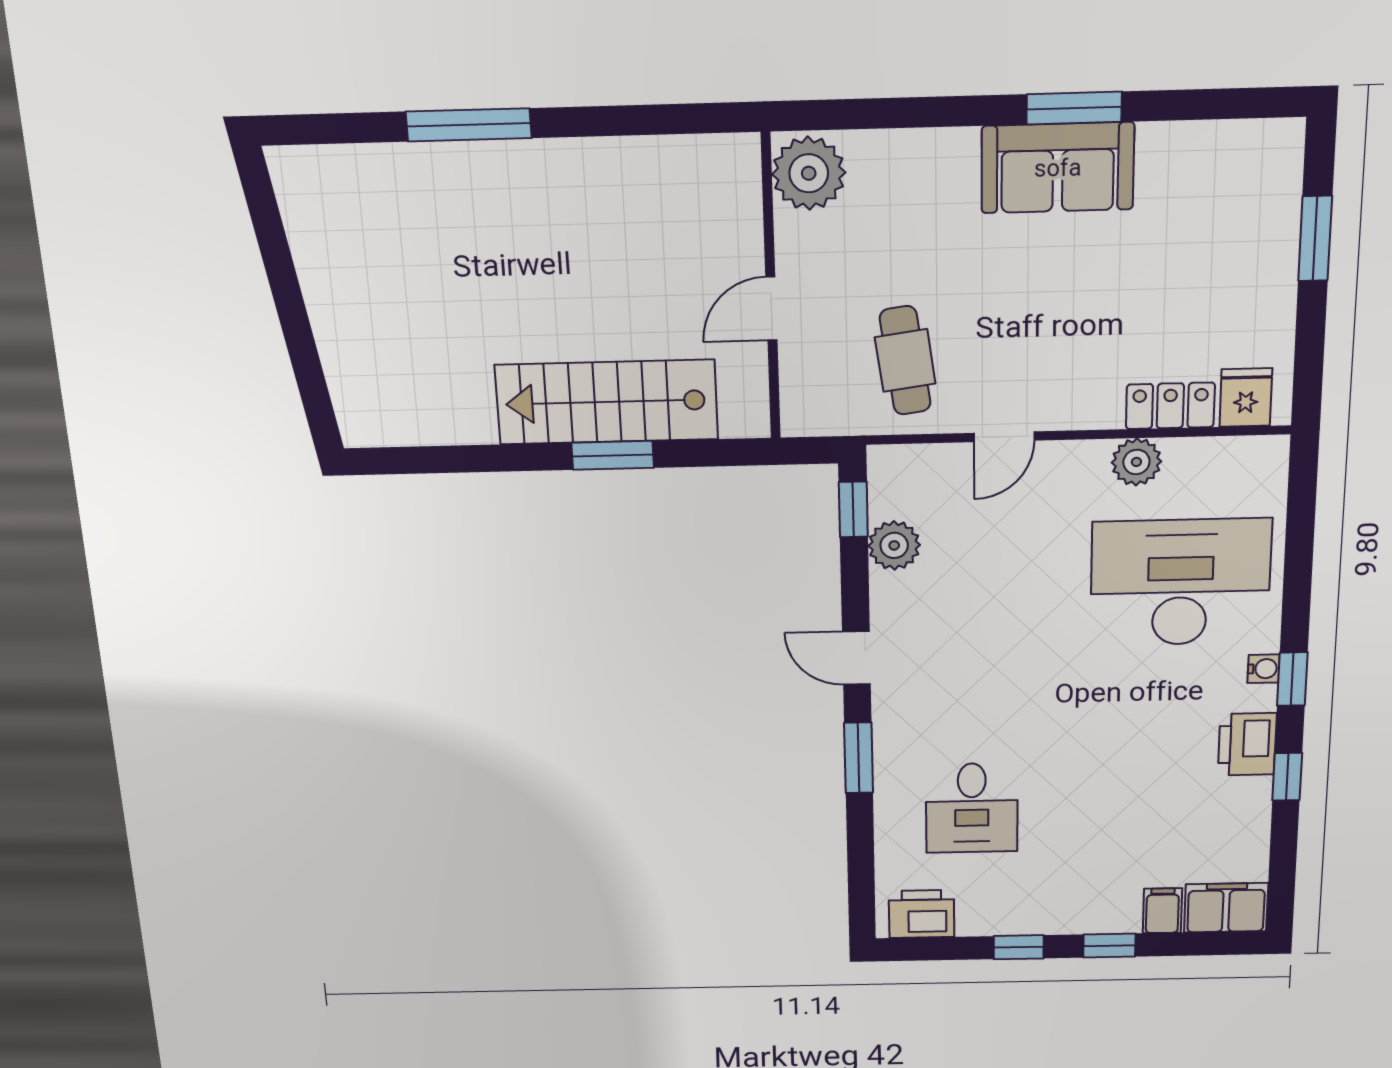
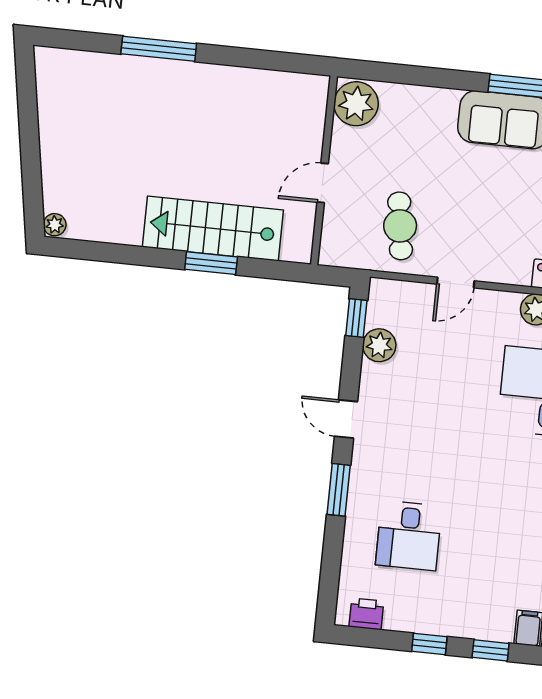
plant: (356, 427) -> (55, 225), added
printer: (922, 914) -> (366, 614), width x0.73, depth x0.81

